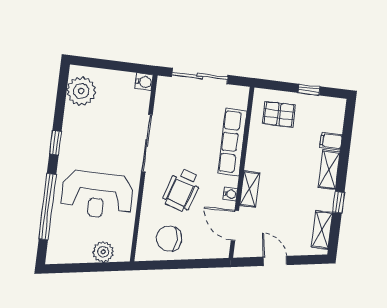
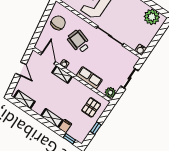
sliding door: (200, 76) -> (130, 78), width x0.73
plant: (239, 95) -> (110, 93), added
row of seats: (232, 142) -> (89, 78), width x0.68
window: (338, 202) -> (69, 139), moved
door: (235, 225) -> (48, 58), hinge flipped
door: (275, 261) -> (21, 69), hinge flipped

